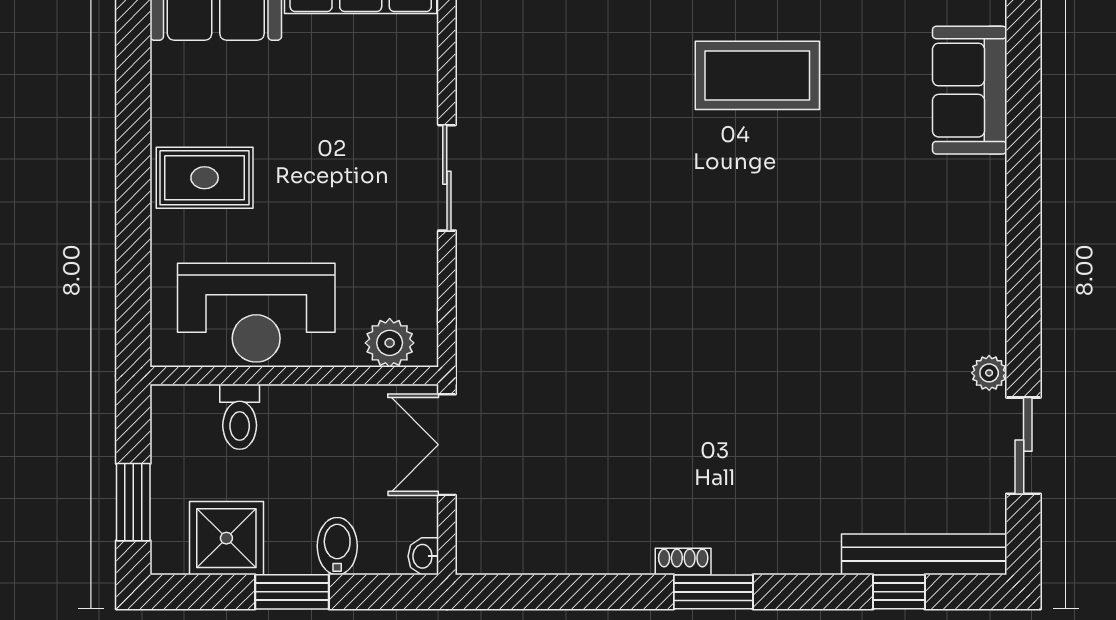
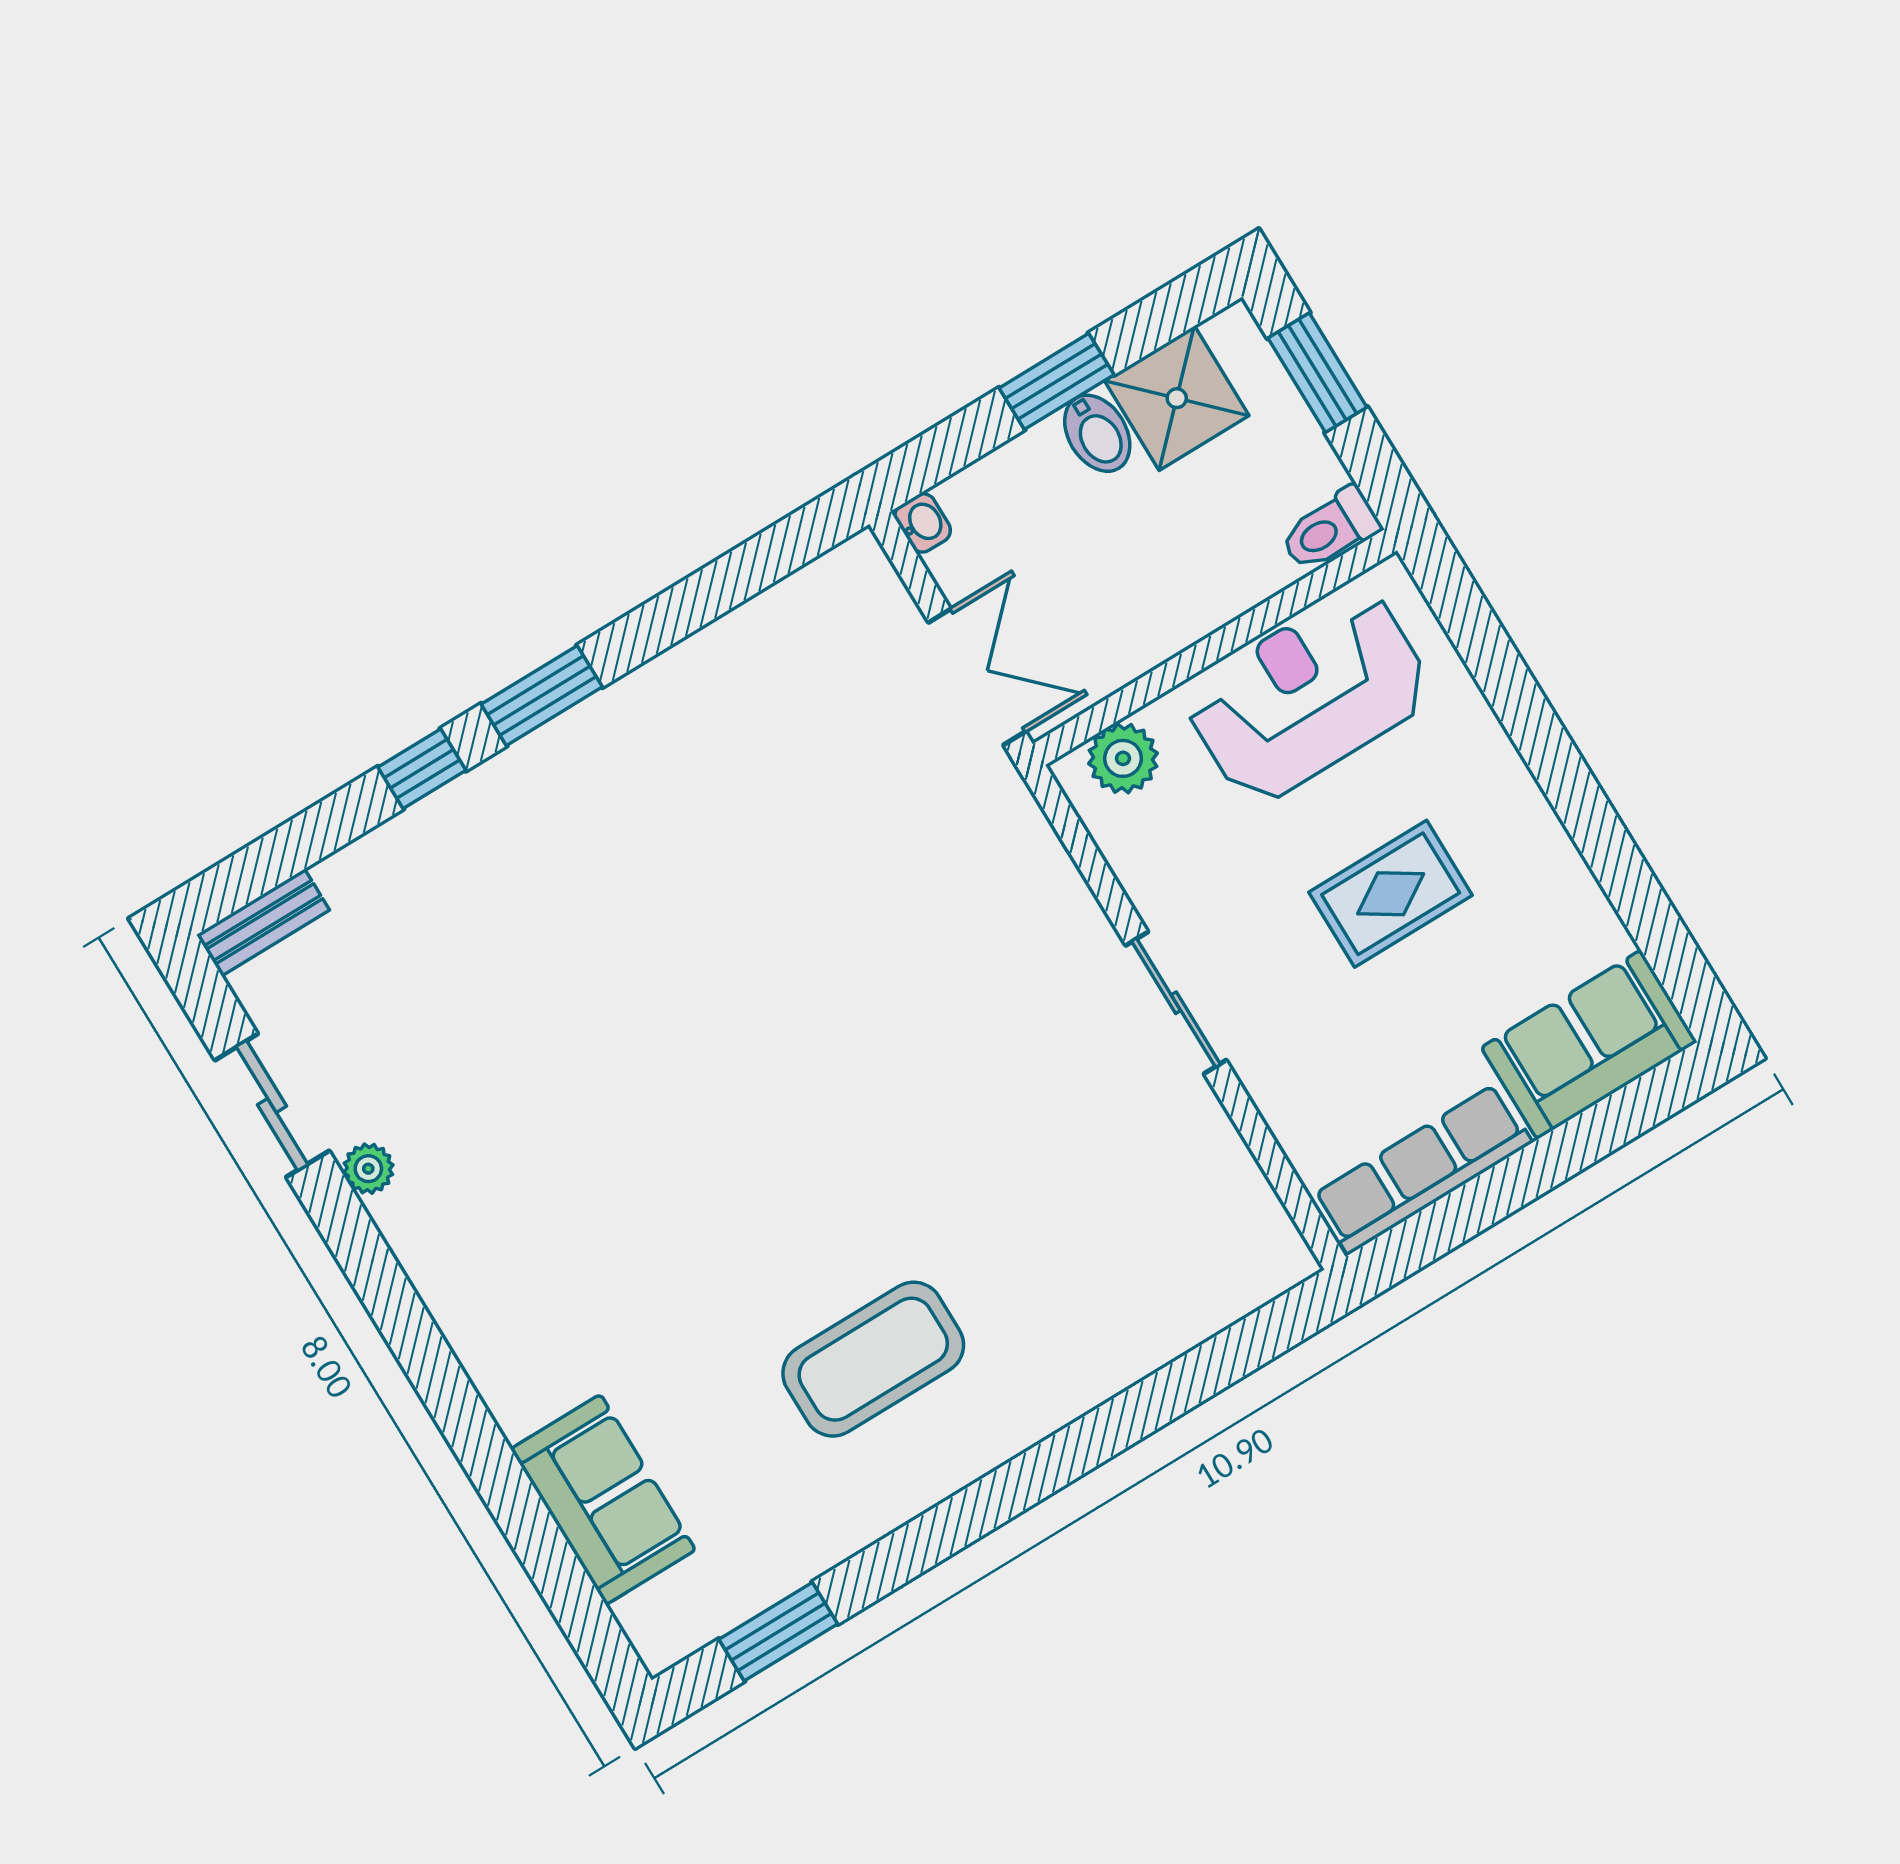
rug: (205, 178) -> (1391, 894), moved
toilet: (240, 417) -> (1330, 530), moved, turned -90
bidet: (337, 546) -> (1097, 433), moved
bench: (924, 554) -> (263, 923), width x0.54, depth x0.82
shoe rack: (683, 561) -> (601, 710), removed
window: (899, 592) -> (422, 769), moved

